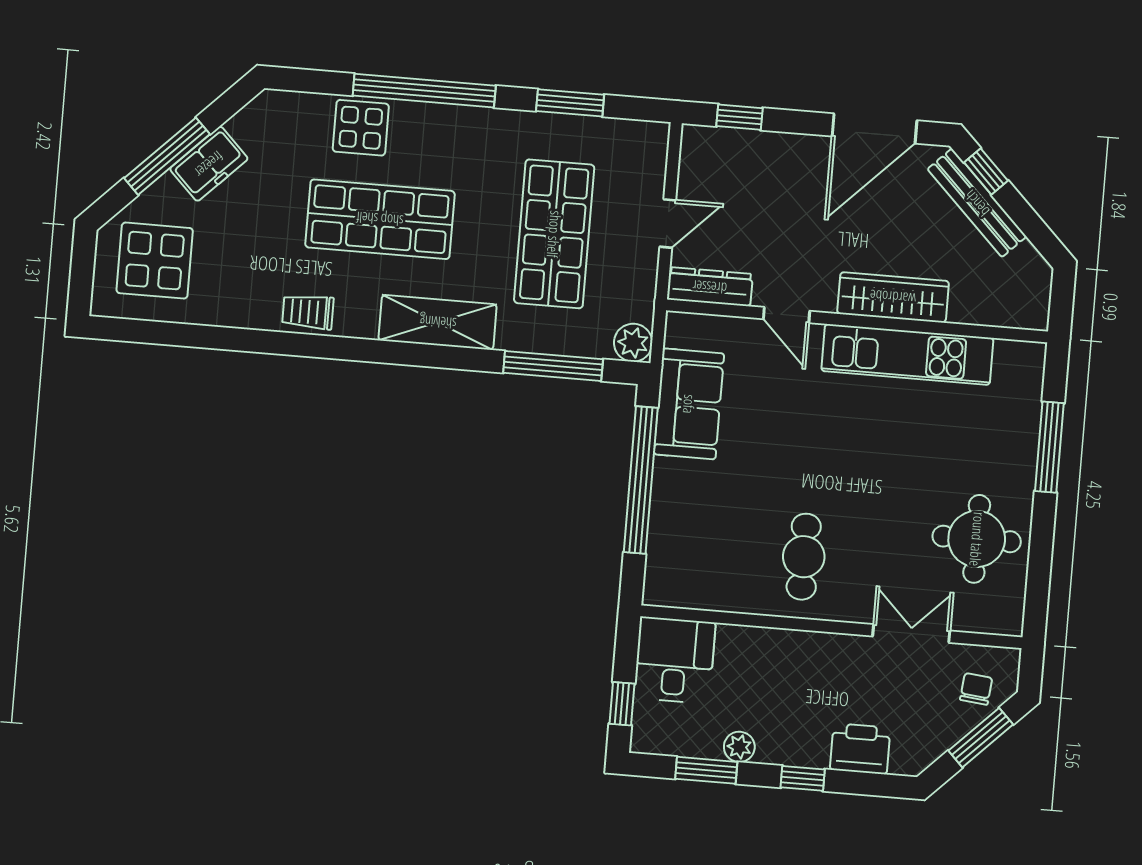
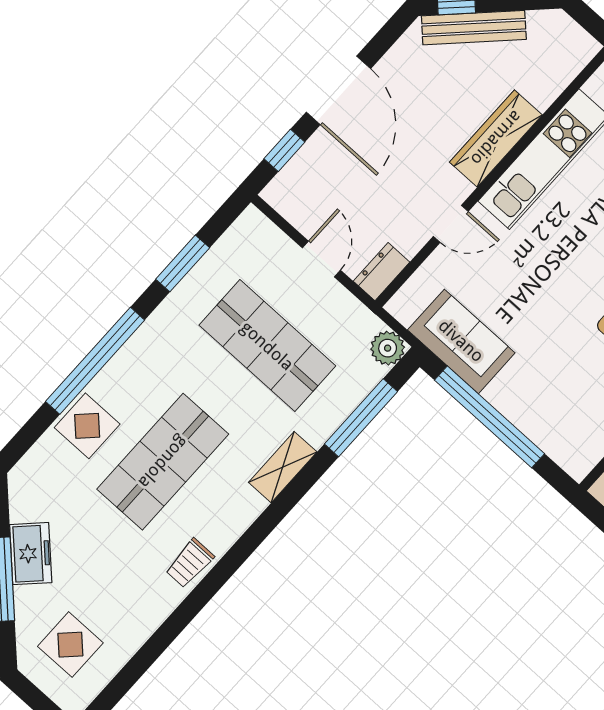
door: (874, 128) -> (338, 90), moved
display table: (155, 261) -> (70, 645), width x0.73, depth x0.73
dresser: (710, 287) -> (382, 272), width x0.70
shelving: (438, 322) -> (283, 467), width x0.67, depth x0.75

